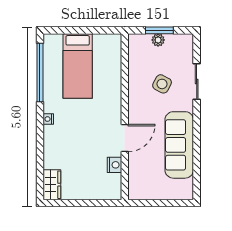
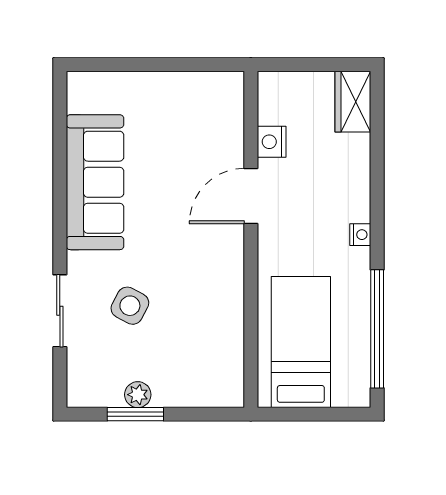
wall: (125, 117) -> (251, 239), moved
door: (125, 138) -> (251, 196), moved
nightstand: (114, 165) -> (272, 142), moved

